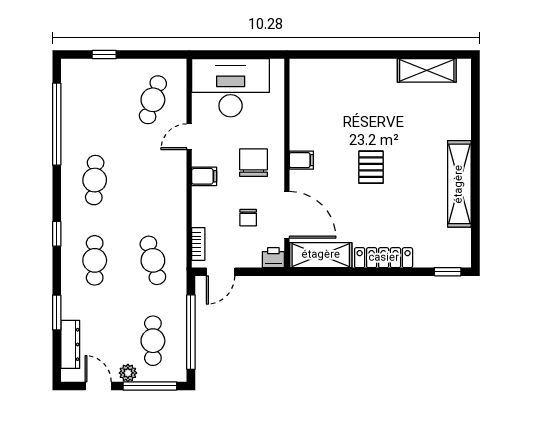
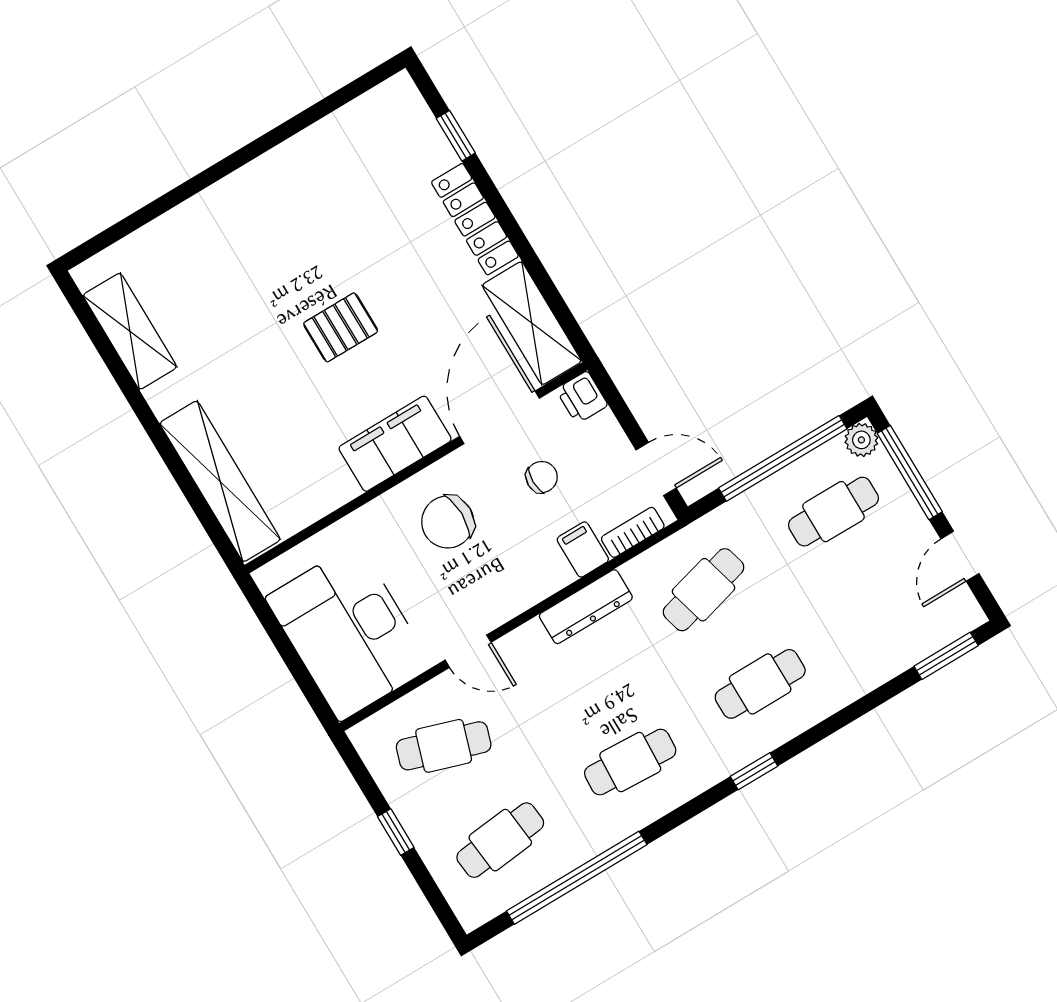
window: (104, 54) -> (396, 832), moved
cafe table: (95, 100) -> (500, 840), added
filing cabinet: (301, 160) -> (395, 444), width x3.00, depth x1.17
filing cabinet: (204, 176) -> (583, 549), moved
shelving: (459, 184) -> (220, 481), moved, turned 90
window: (448, 272) -> (456, 136), moved
window: (57, 312) -> (946, 656), moved
dresser: (70, 344) -> (586, 607), moved, turned 180
plant: (128, 373) -> (861, 440), moved

